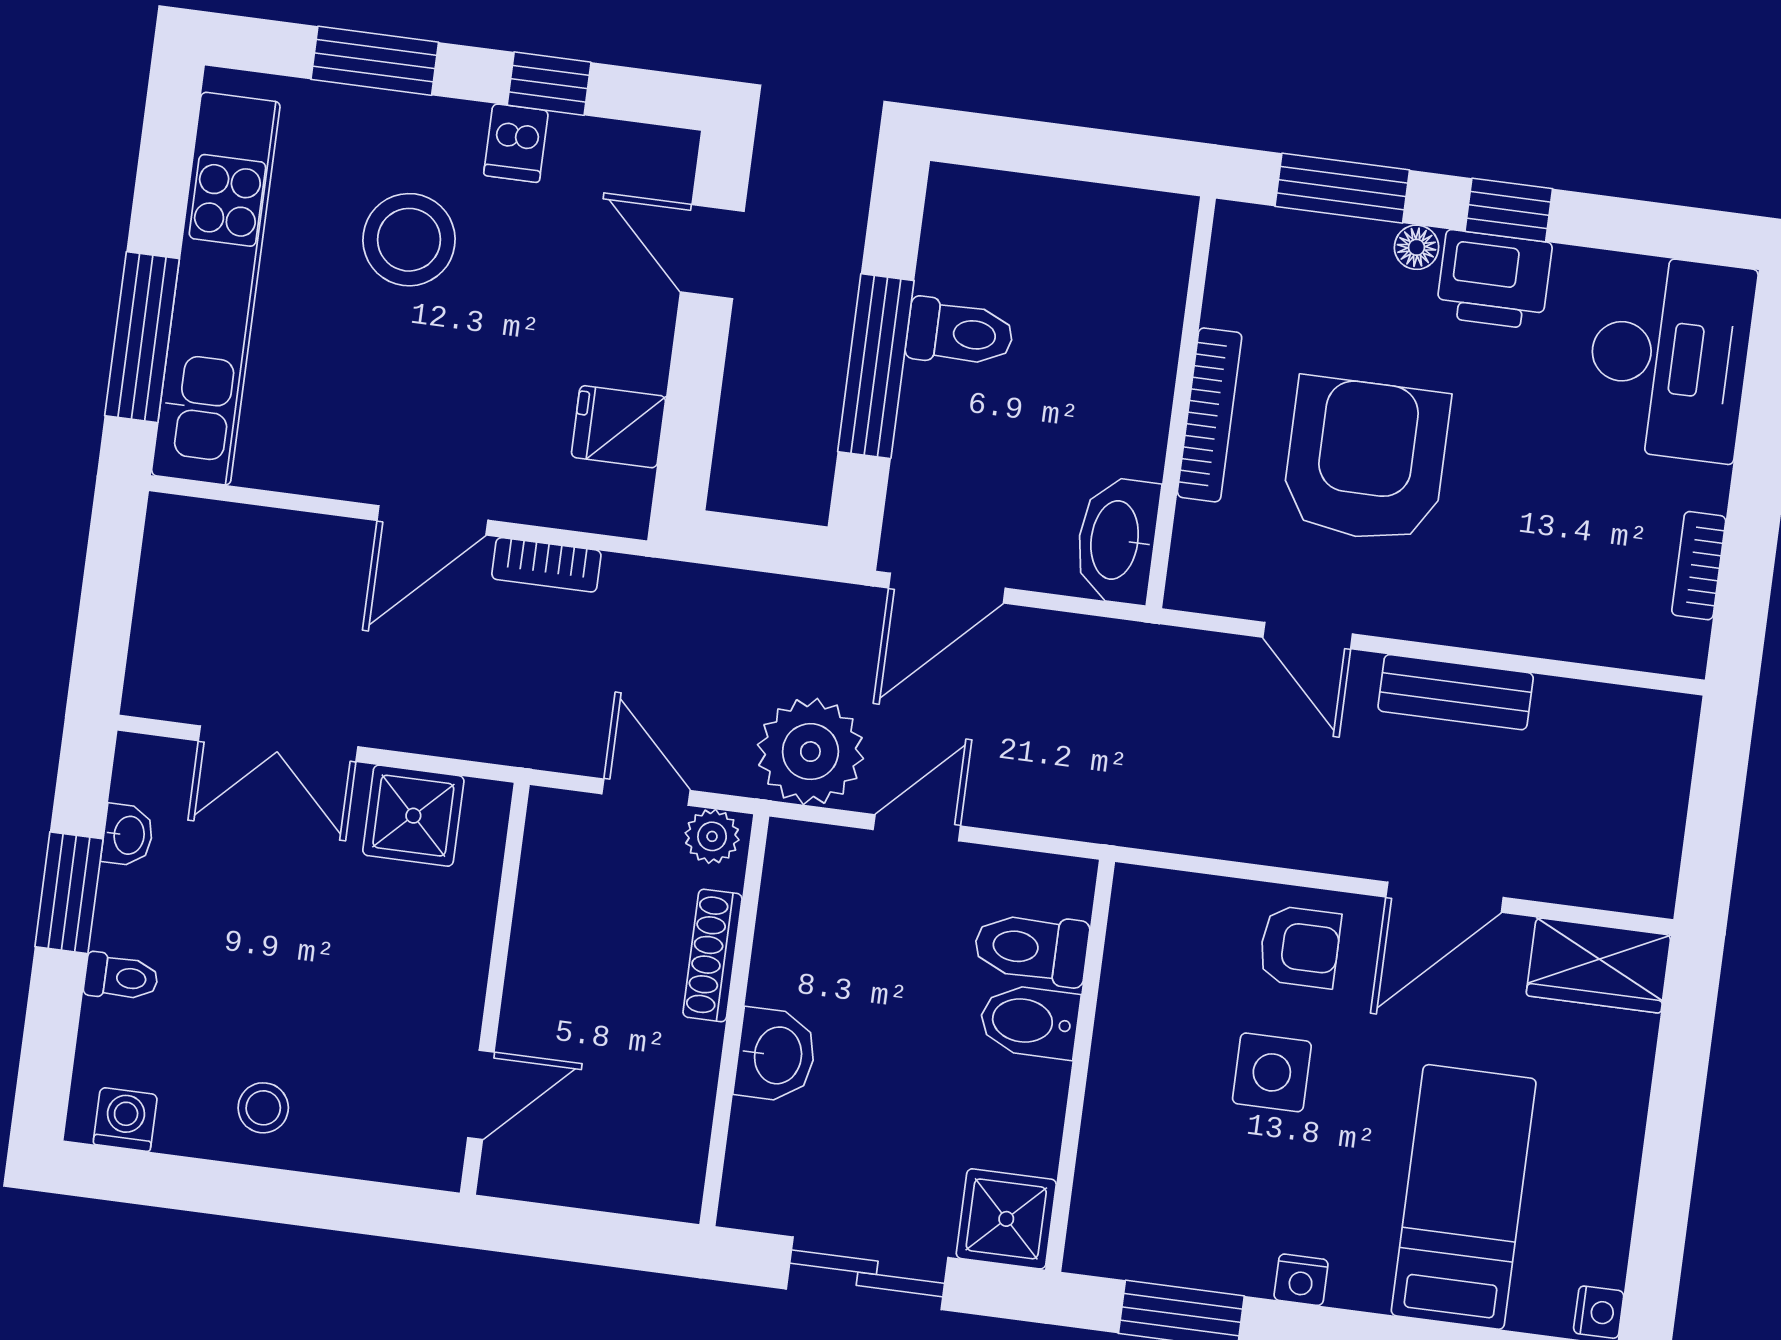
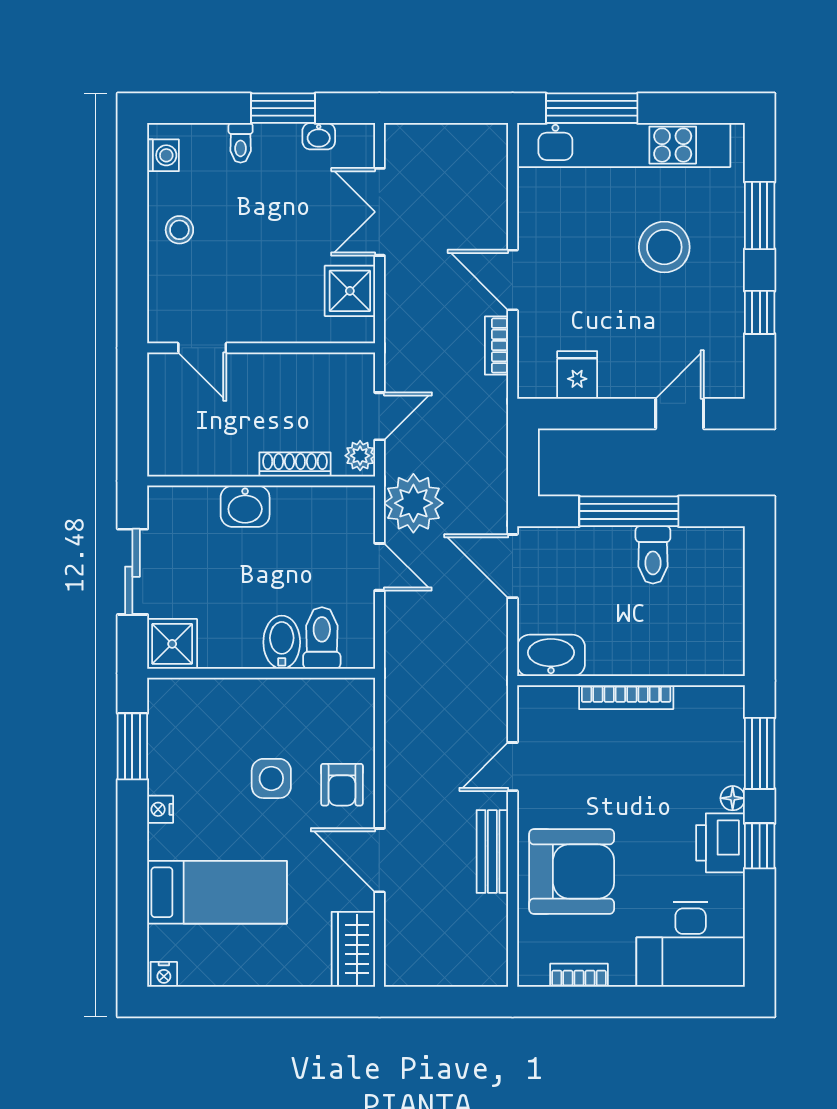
dishwasher: (516, 143) -> (725, 299), removed
armchair: (1366, 460) -> (572, 871), moved

